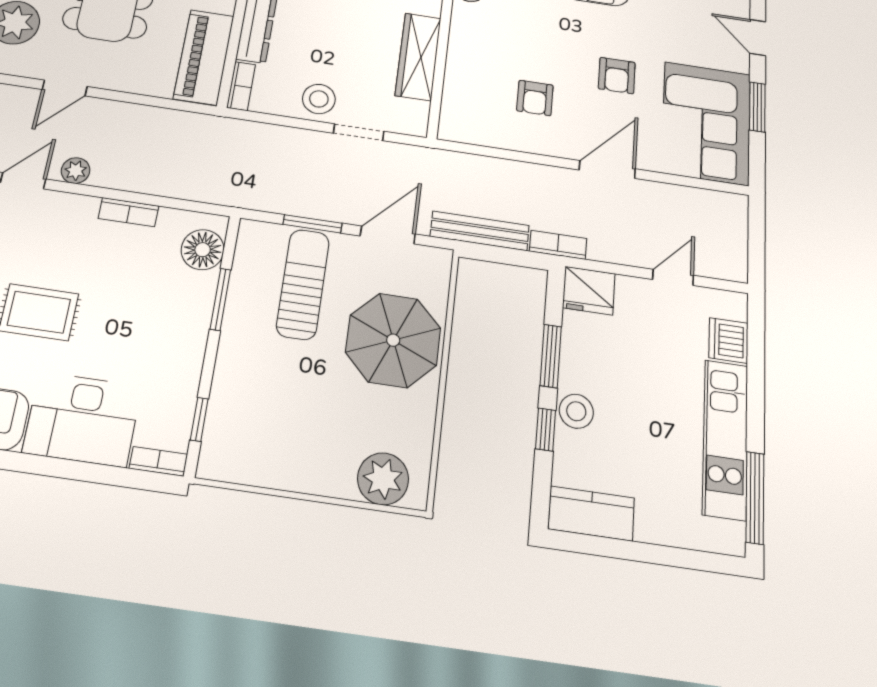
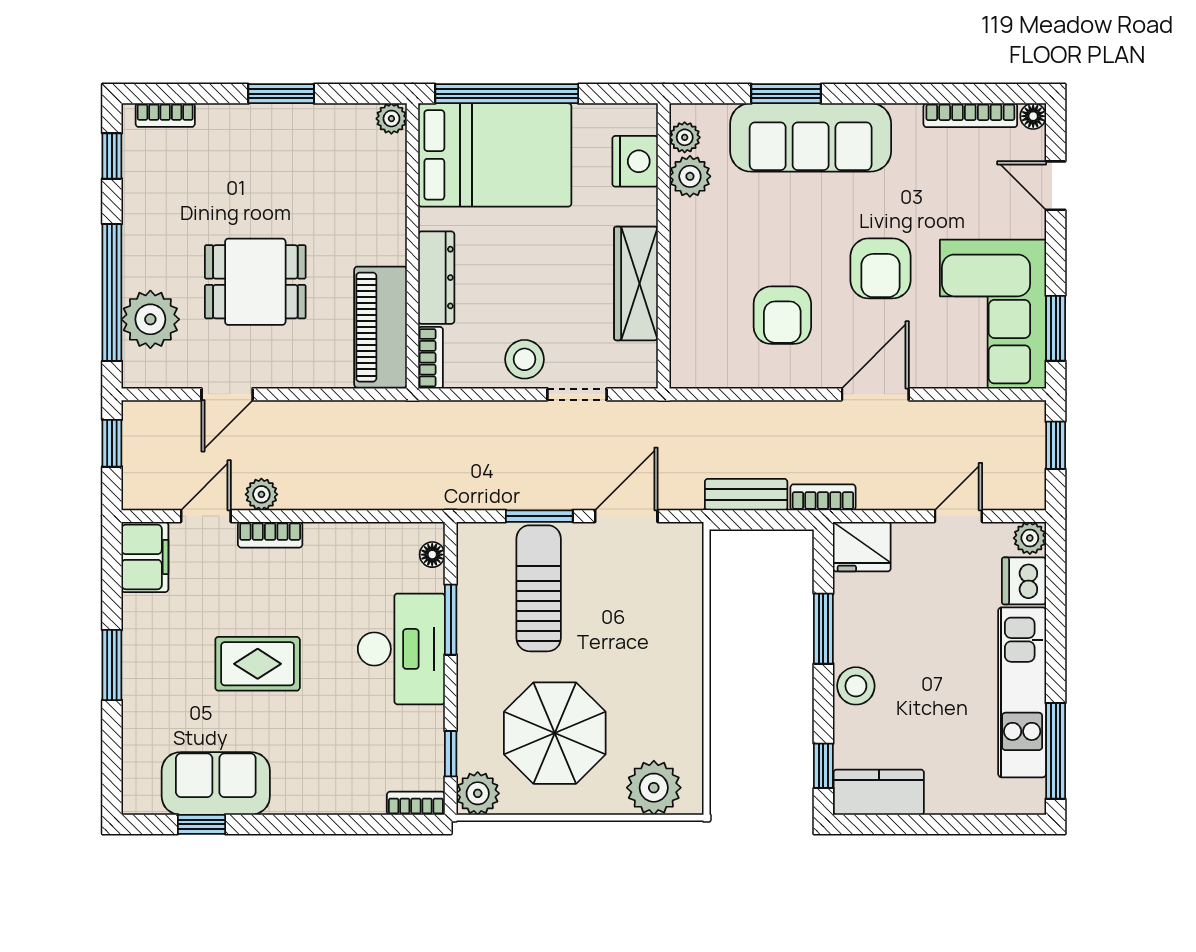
armchair: (617, 76) -> (881, 268), width x1.38, depth x1.38
armchair: (535, 98) -> (782, 315), width x1.38, depth x1.38
window: (757, 107) -> (1056, 328), moved
bookcase: (129, 212) -> (270, 535), moved
bench: (480, 231) -> (746, 495), width x0.73
window: (757, 232) -> (1056, 445), added
floor lamp: (203, 250) -> (432, 555), width x0.53, depth x0.53
plant: (734, 305) -> (1030, 538), added
parasol: (393, 340) -> (555, 733), moved
desk: (83, 419) -> (401, 649), moved, turned -90
window: (546, 430) -> (823, 766), moved
plant: (218, 460) -> (478, 793), added

